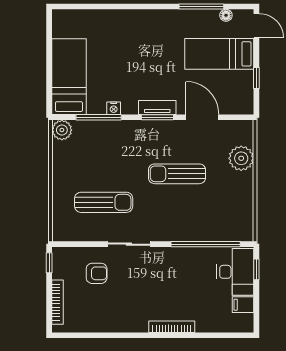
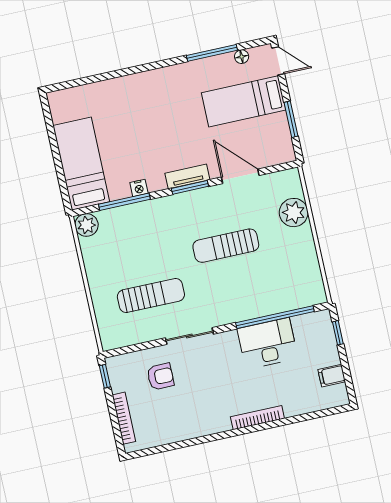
window: (256, 78) -> (291, 119), width x1.50
desk: (235, 272) -> (268, 343), moved, turned -90

